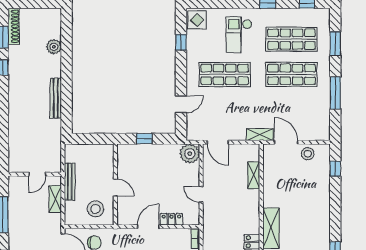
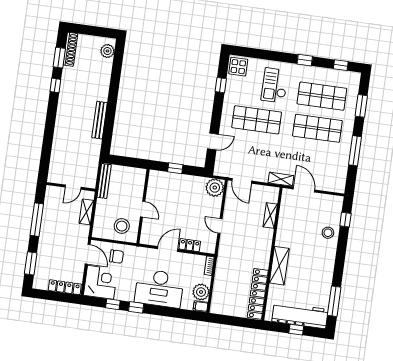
plant: (54, 47) -> (107, 51), moved
stool: (308, 154) -> (328, 233), moved
bench: (70, 182) -> (104, 181), moved

